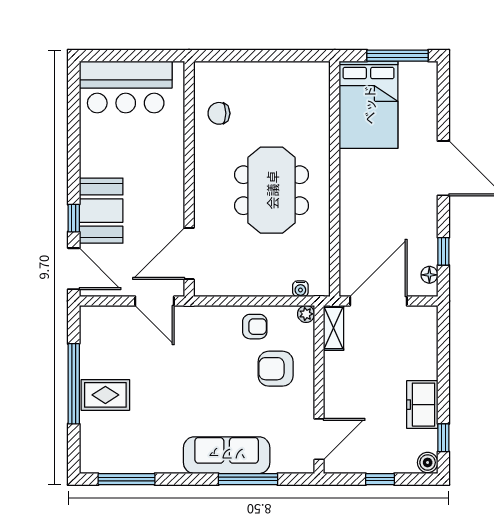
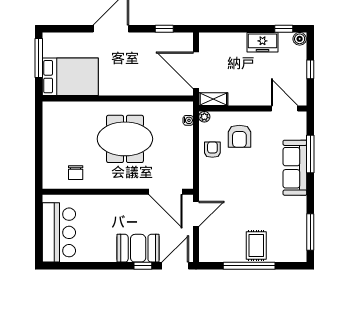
floor lamp: (429, 275) -> (179, 38), removed

